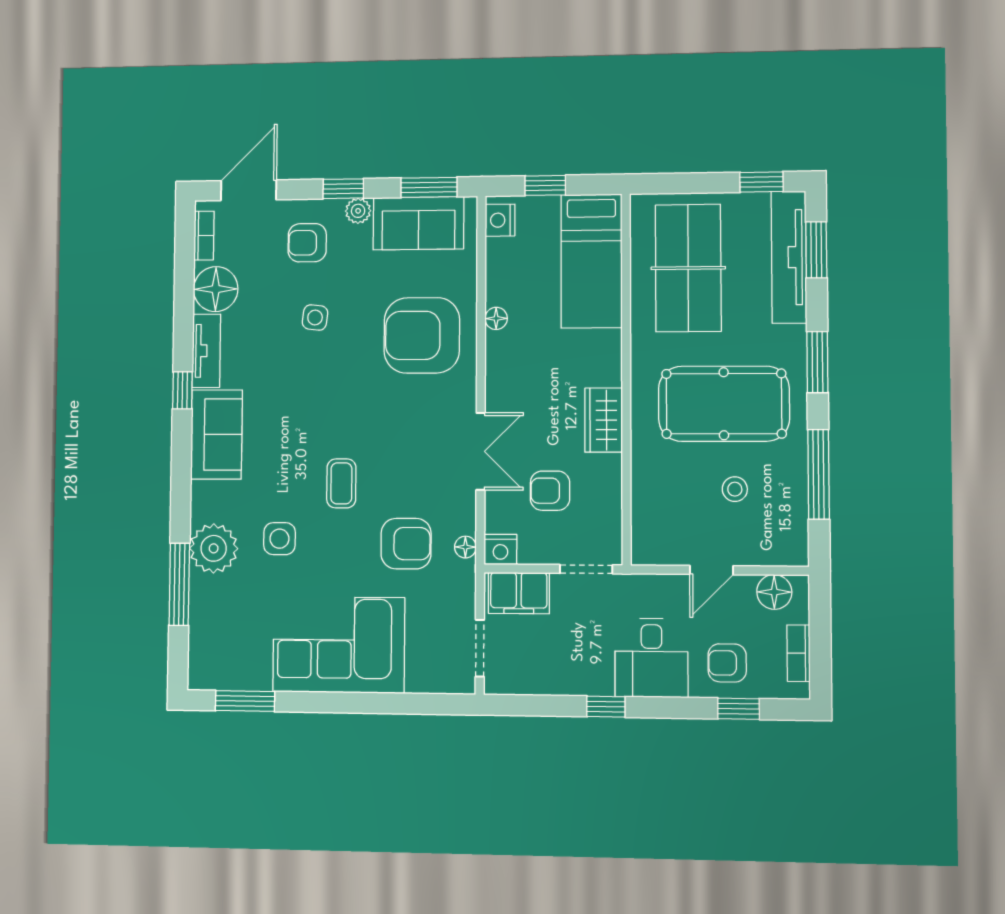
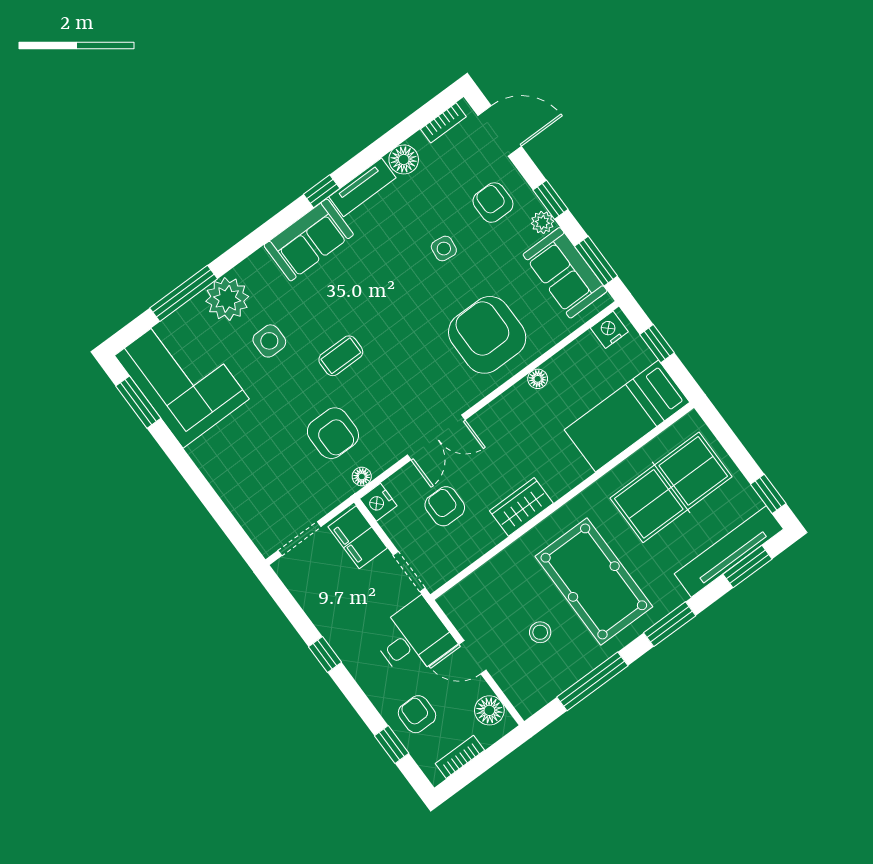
floor lamp: (216, 289) -> (404, 159), width x0.73, depth x0.73
corner sofa: (339, 645) -> (182, 377), moved
desk: (651, 658) -> (413, 639), moved, turned 180

